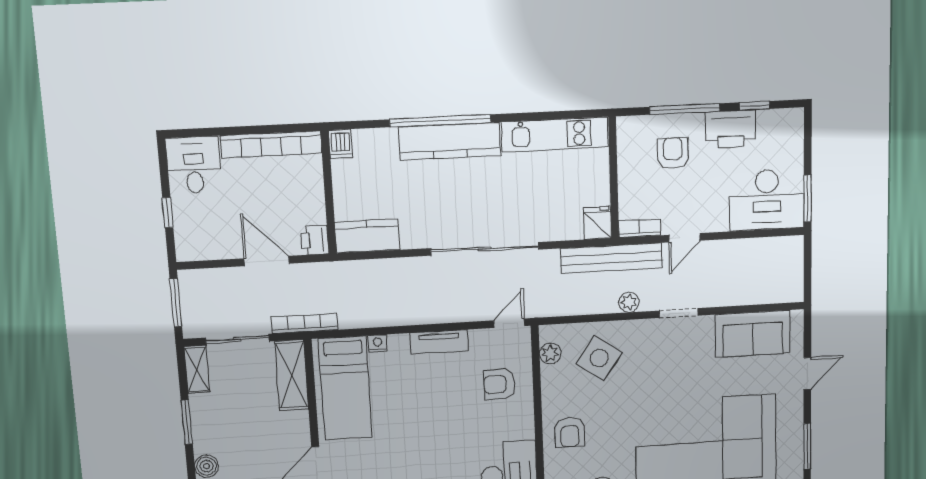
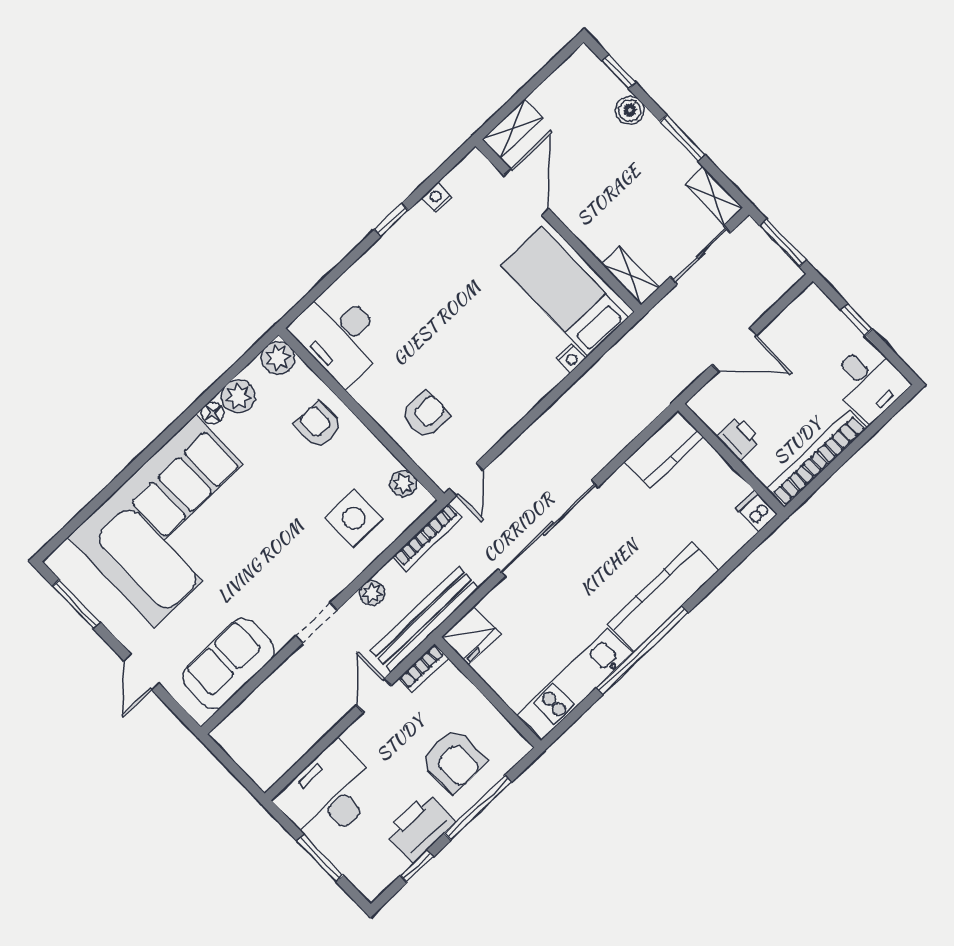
window: (440, 121) -> (642, 650), moved
armchair: (673, 153) -> (454, 760), width x1.38, depth x1.38
window: (808, 198) -> (320, 858), moved
fridge: (598, 223) -> (471, 635), width x1.38
printer: (315, 240) -> (739, 438), moved
bookcase: (304, 323) -> (427, 537), moved
tv unit: (439, 342) -> (516, 407), removed
side table: (599, 358) -> (354, 518), turned -35
shelving: (292, 375) -> (631, 276), width x0.67, depth x0.75

